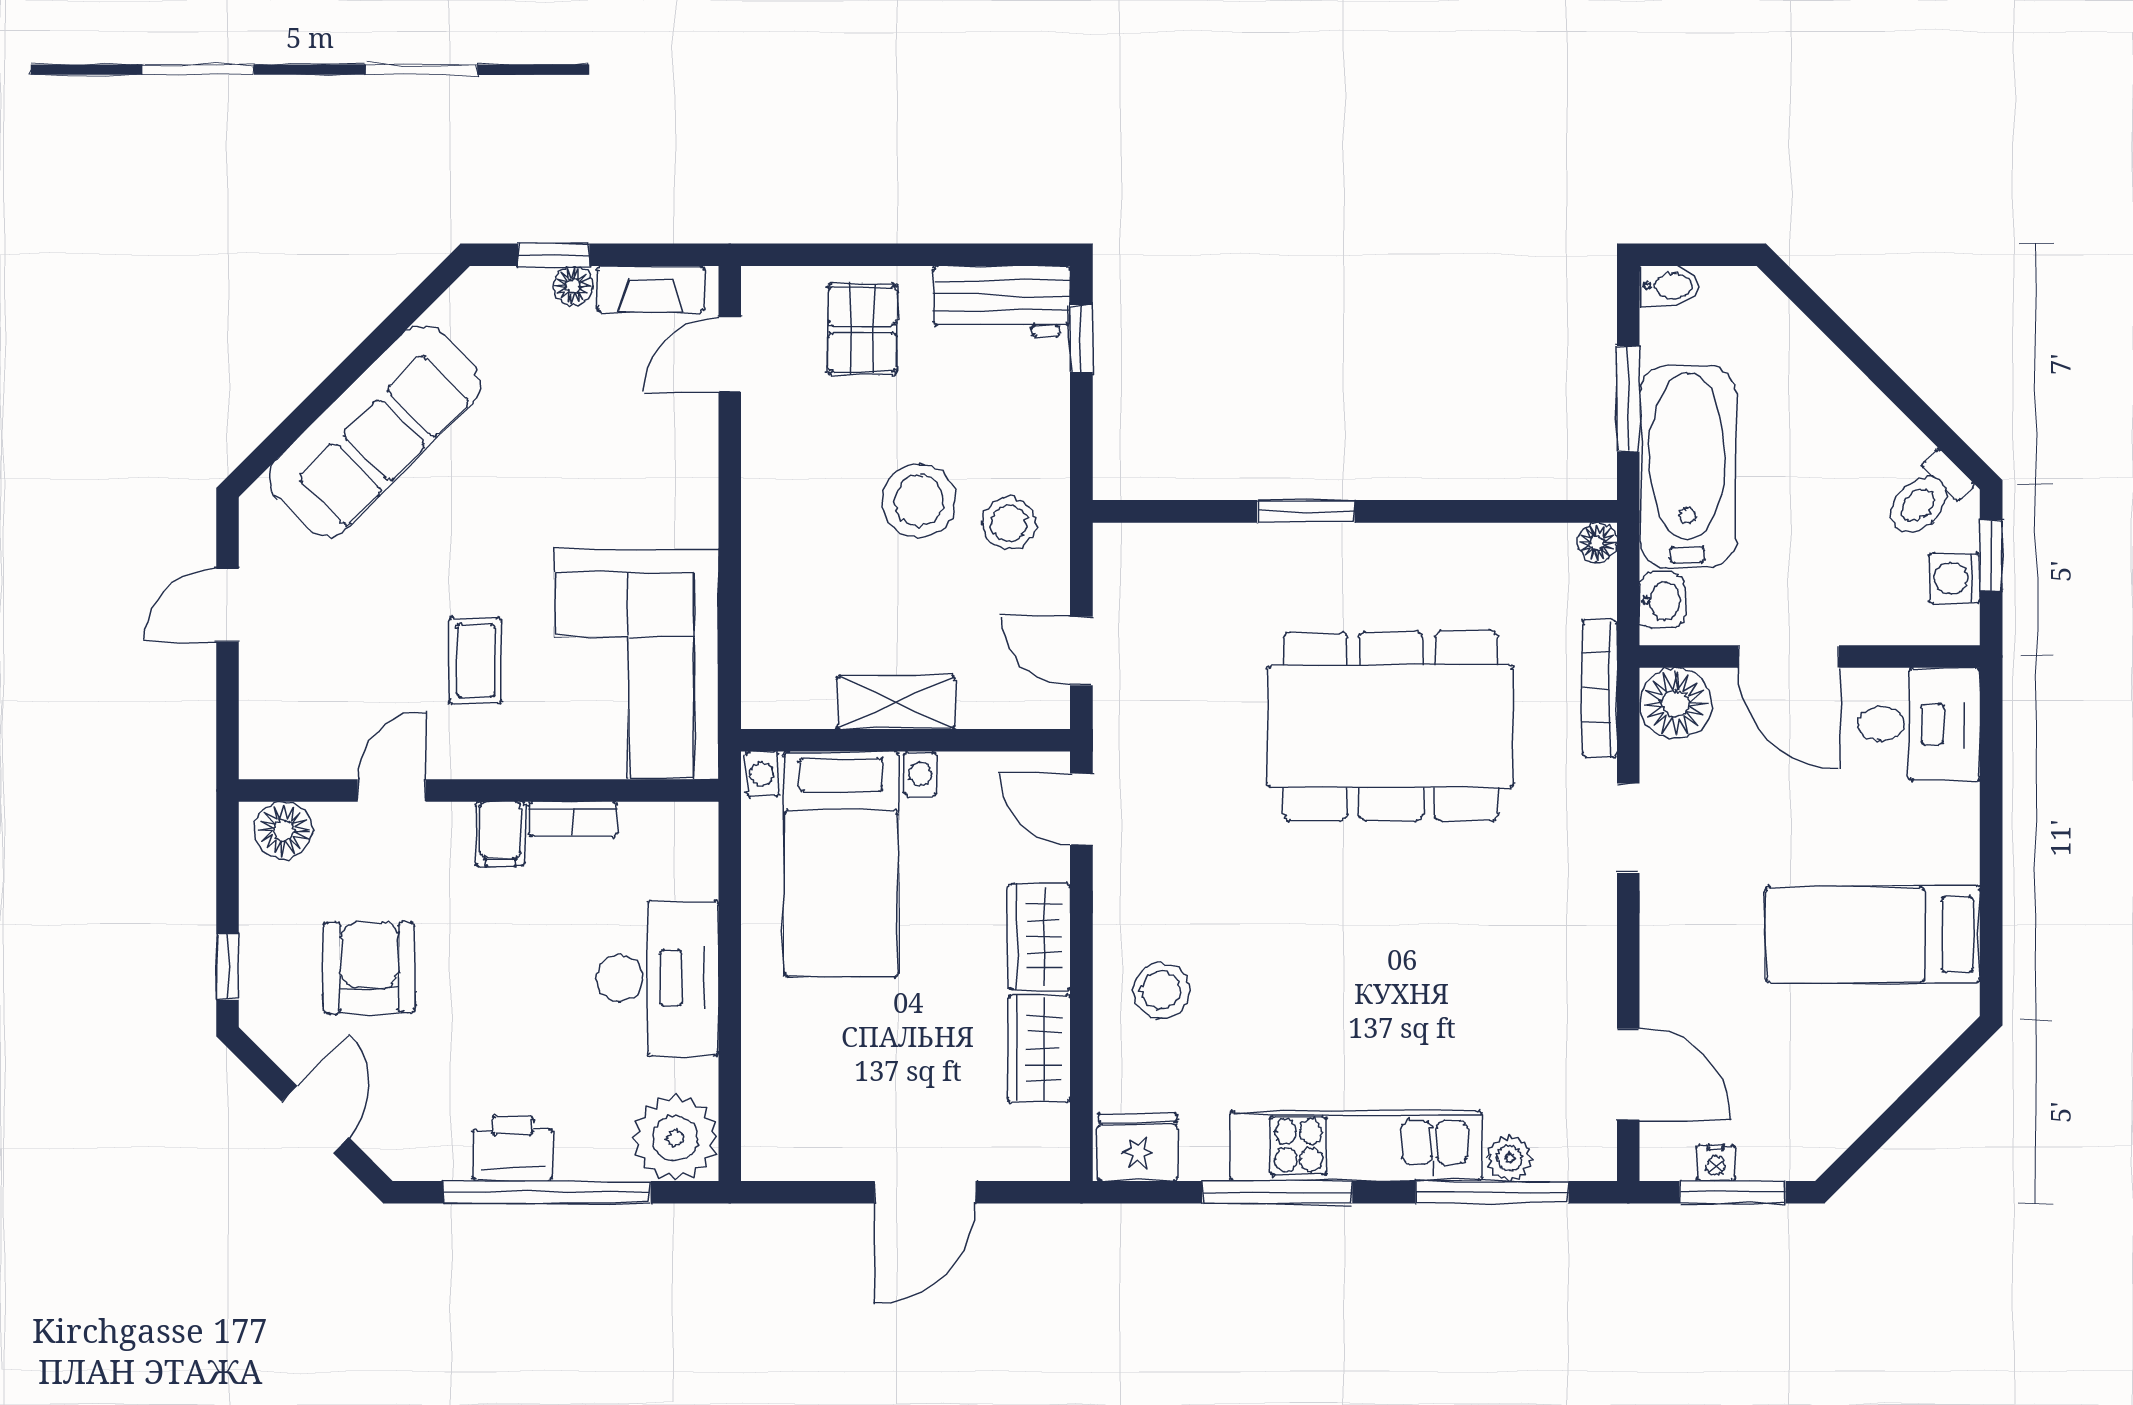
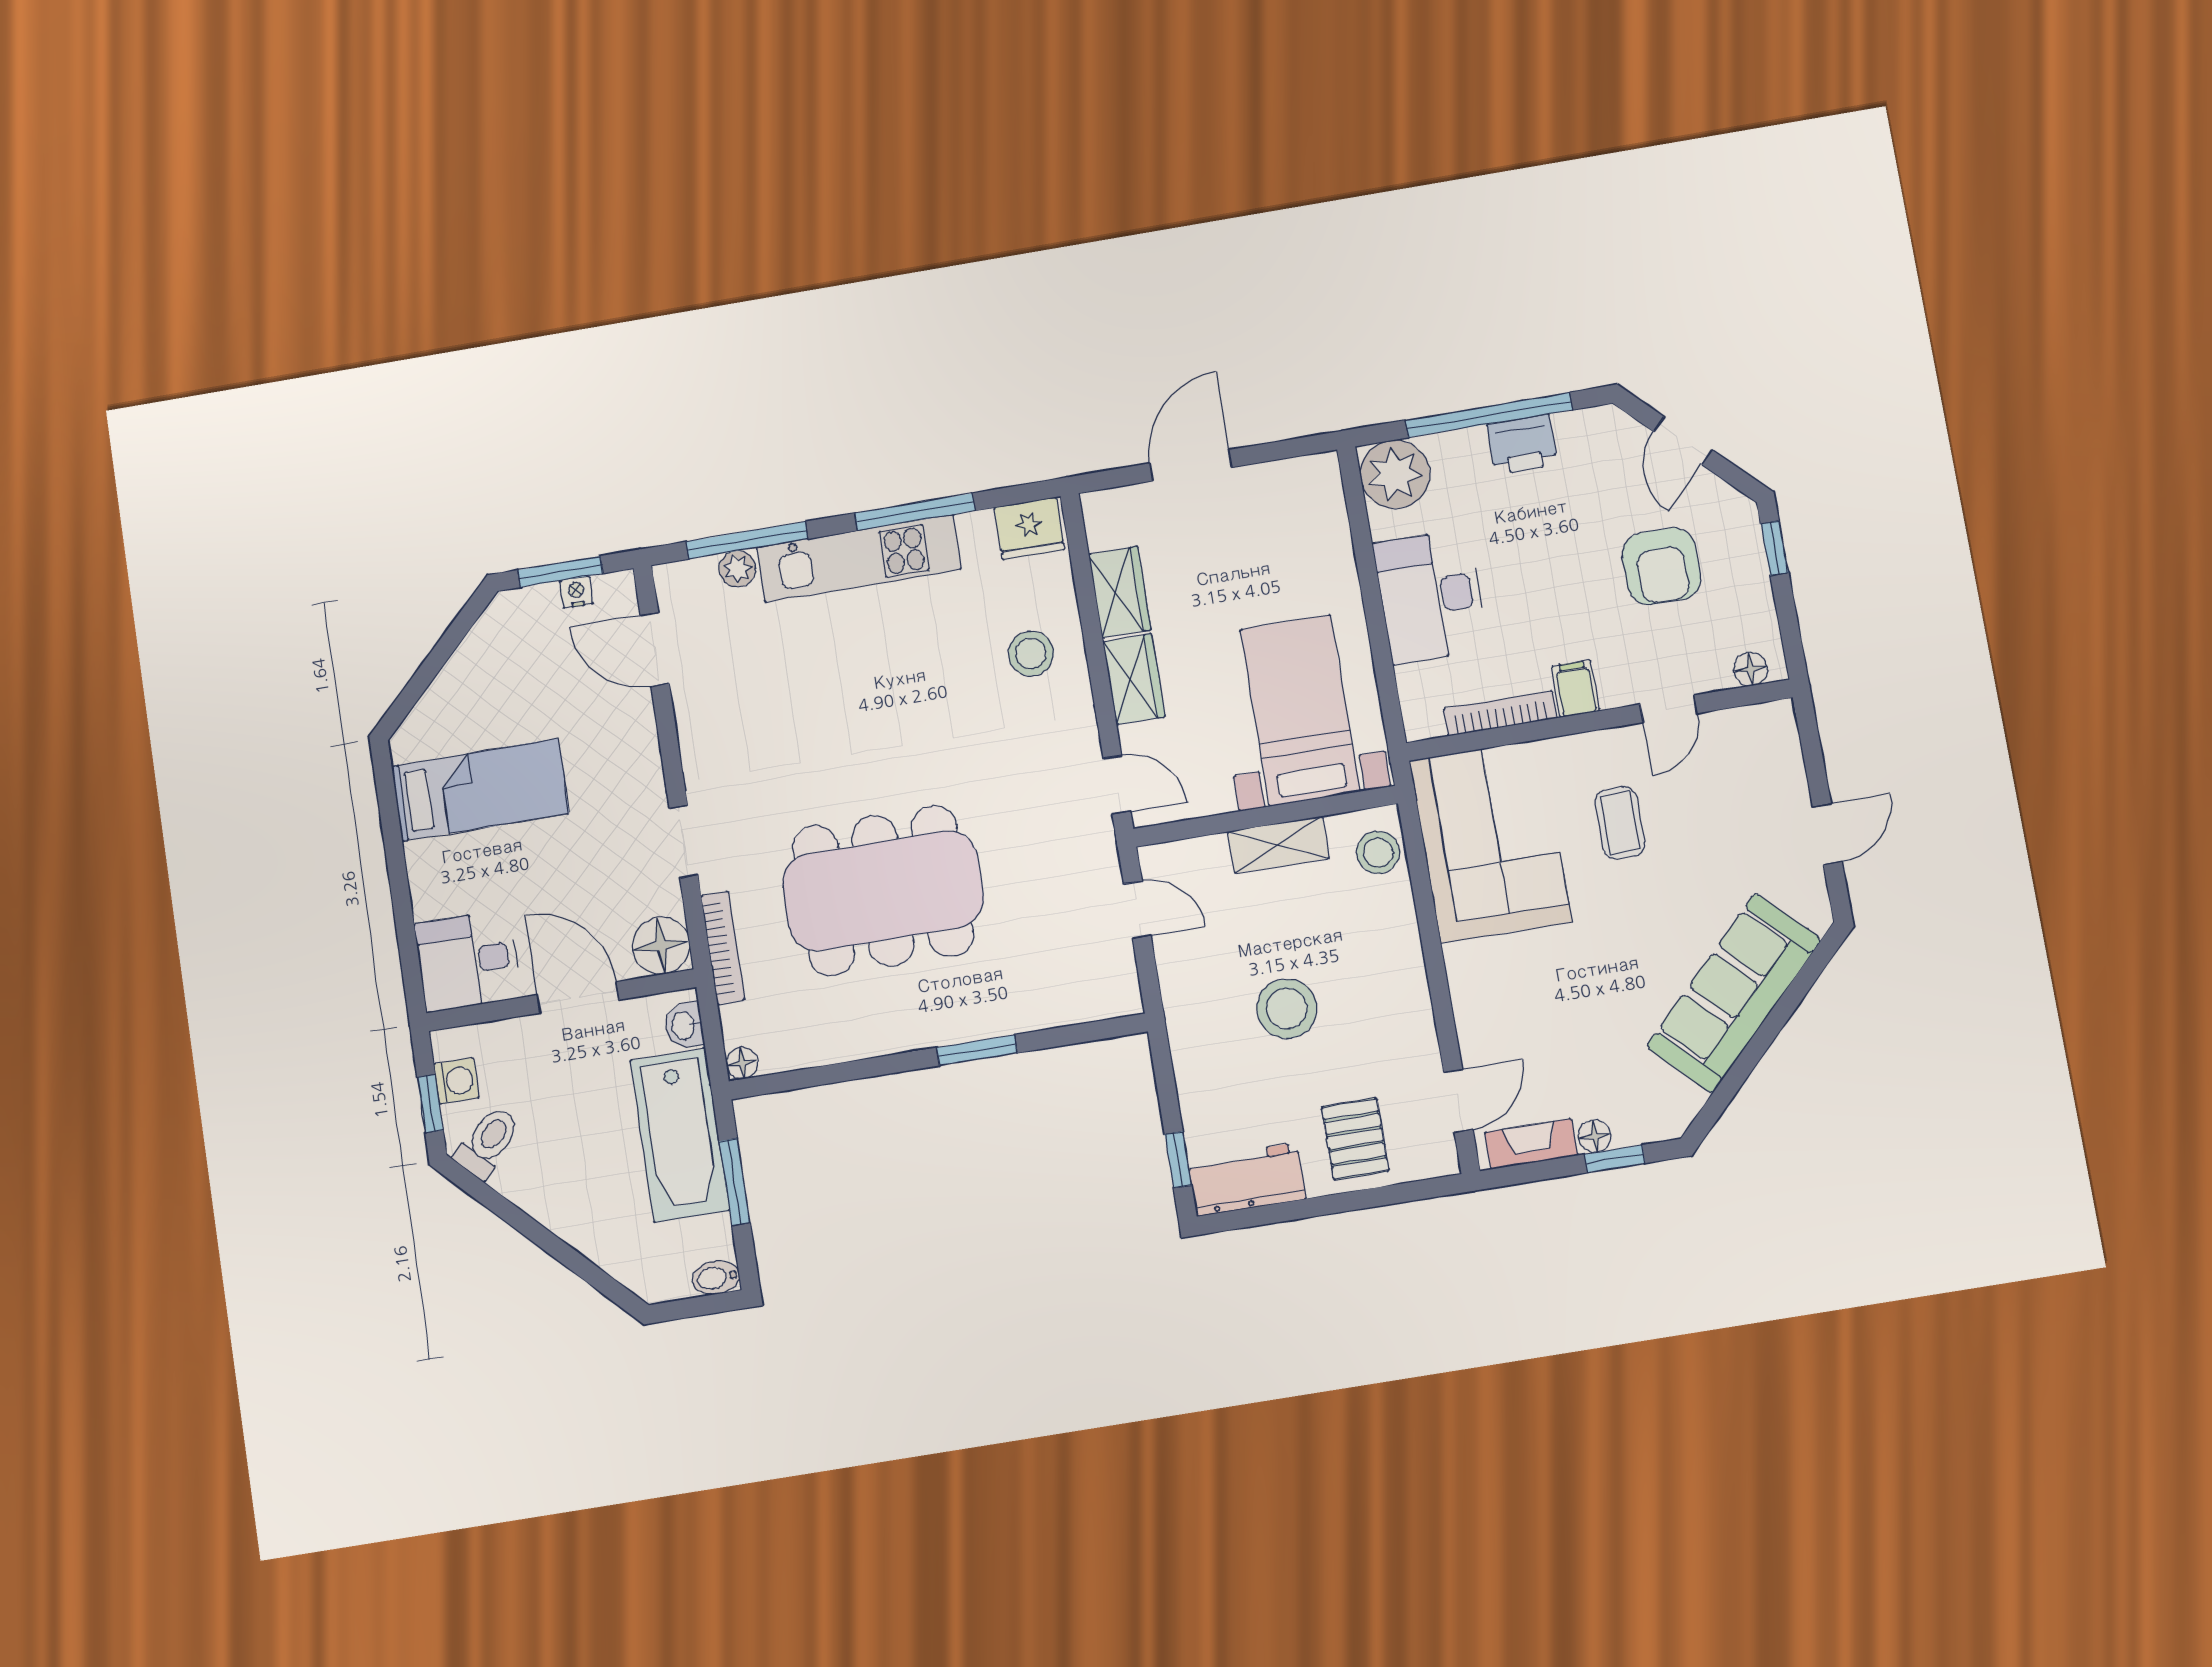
stool: (1009, 524) -> (1378, 852), moved
bookcase: (573, 819) -> (1500, 713), width x1.56
floor lamp: (284, 830) -> (1751, 669), width x0.73, depth x0.73

